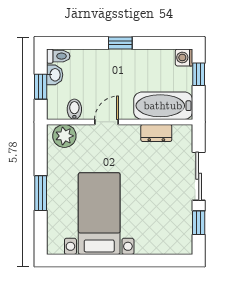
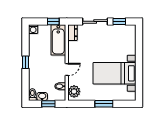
window: (199, 74) -> (53, 21), moved
door: (107, 122) -> (67, 69), swing flipped
dresser: (156, 133) -> (72, 33), moved

